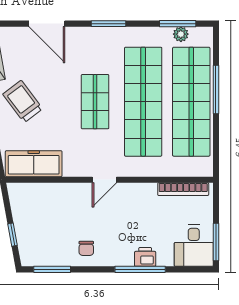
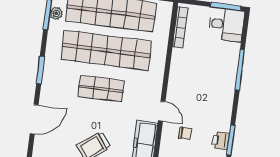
door: (104, 180) -> (162, 111), moved
chair: (86, 248) -> (185, 133), moved
printer: (145, 257) -> (221, 141), moved

